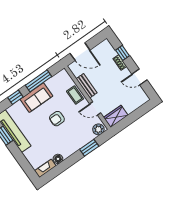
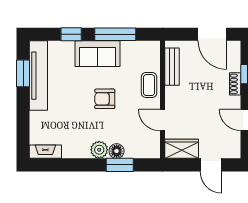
door: (80, 52) -> (212, 34), moved
bench: (87, 86) -> (172, 67), moved
door: (137, 114) -> (211, 165), added
plant: (98, 129) -> (99, 150), moved
floor lamp: (58, 159) -> (117, 151), moved

